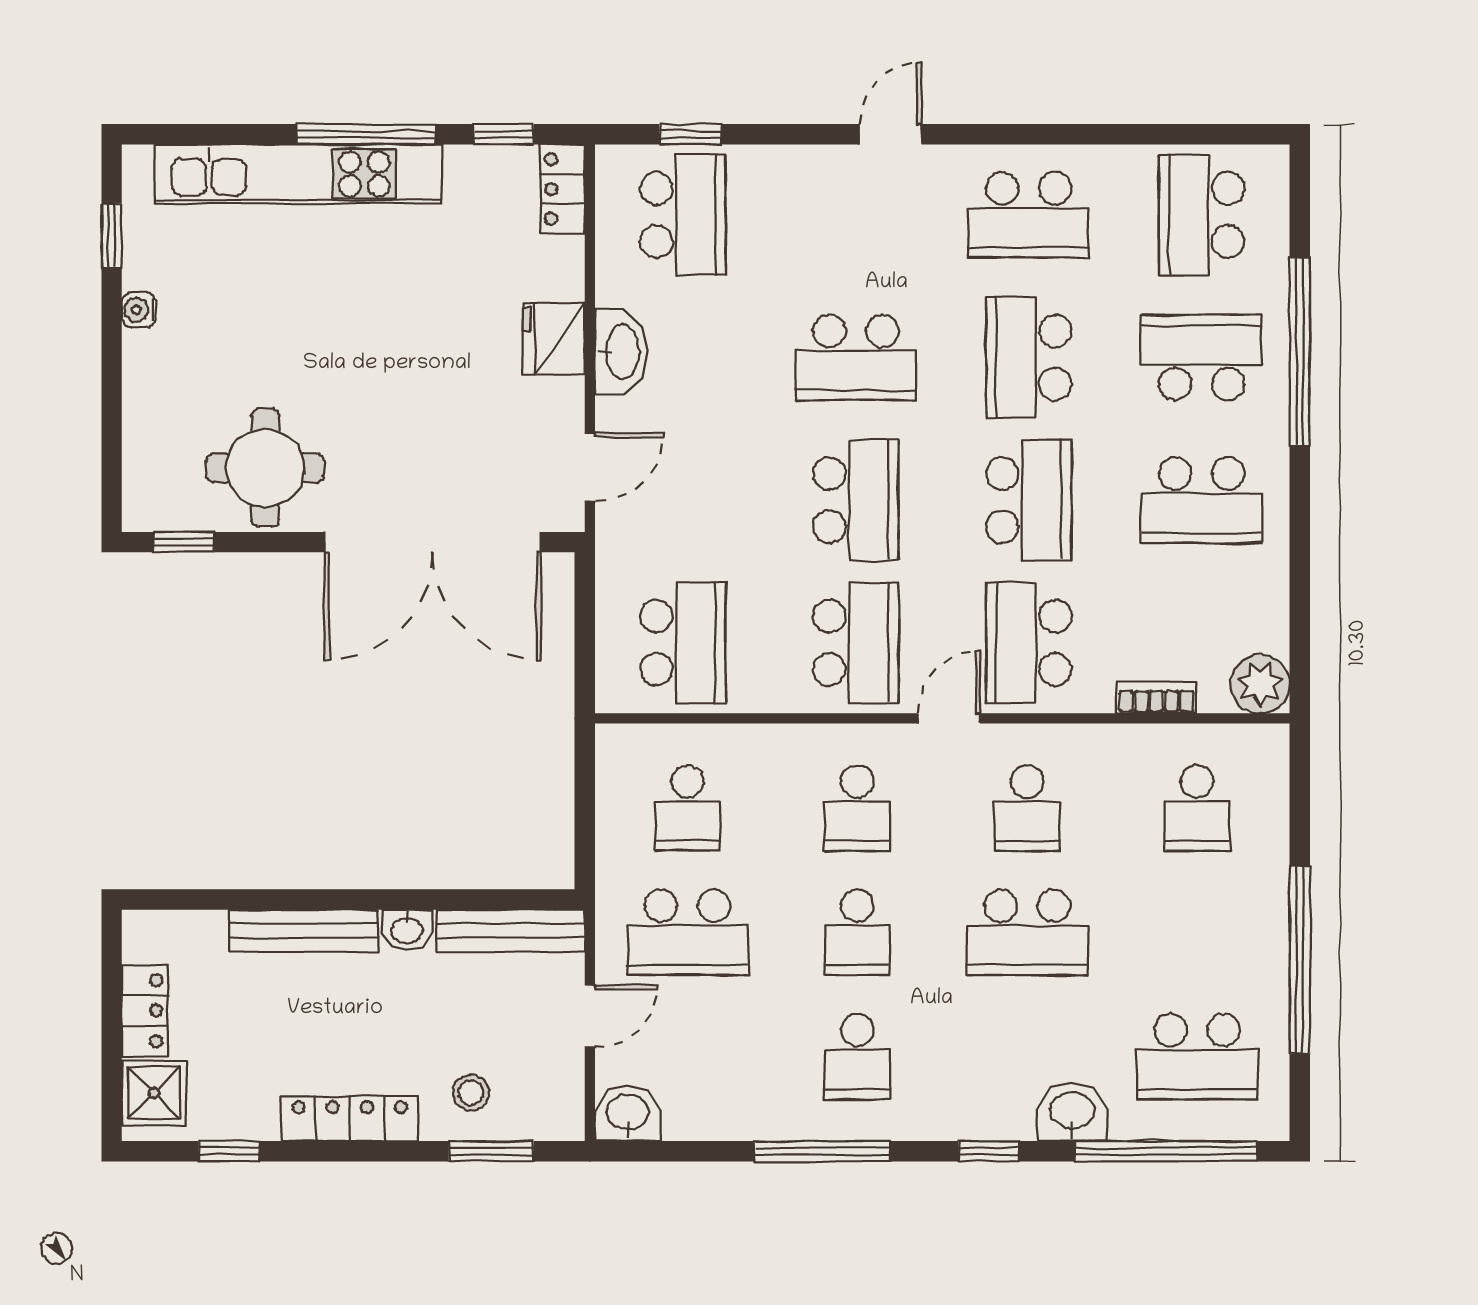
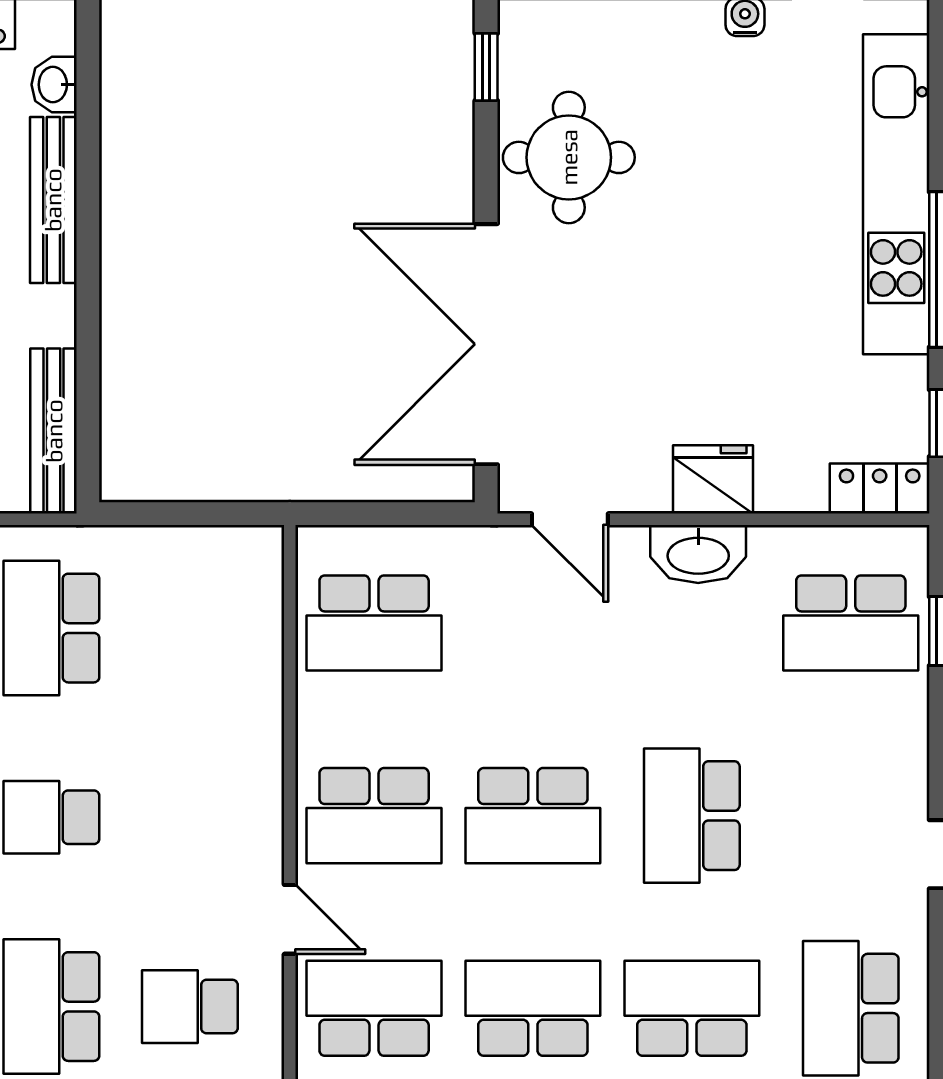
school desk: (1029, 500) -> (533, 1008), turned 180
school desk: (687, 808) -> (190, 628), removed
school desk: (857, 808) -> (190, 817), removed
washbasin: (407, 930) -> (54, 85), moved

